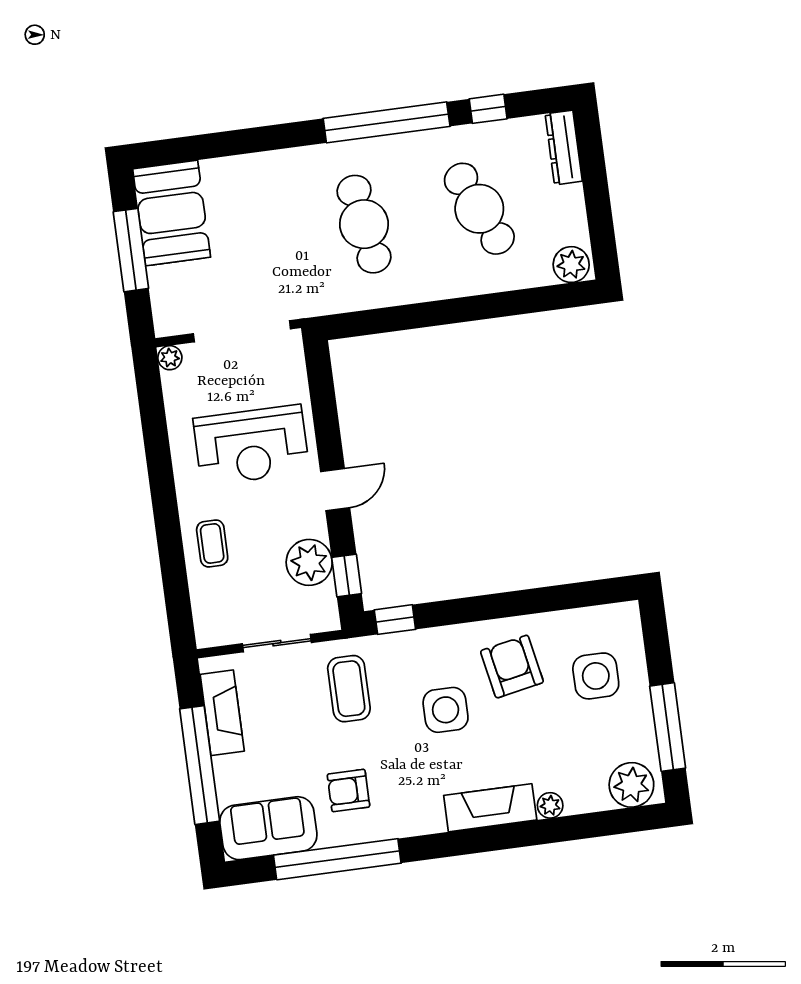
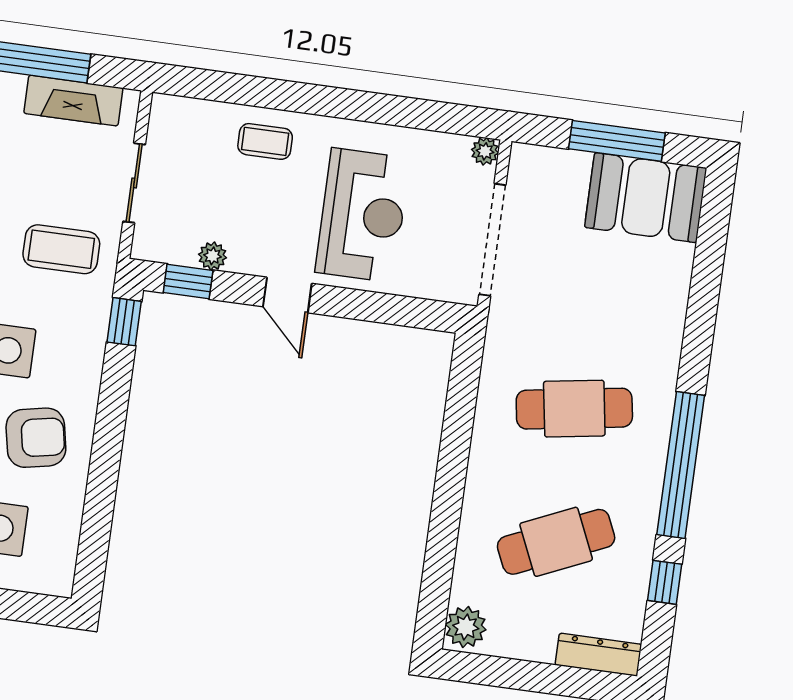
reception desk: (251, 445) -> (363, 215), turned 180
plant: (309, 562) -> (213, 256), width x0.53, depth x0.53

